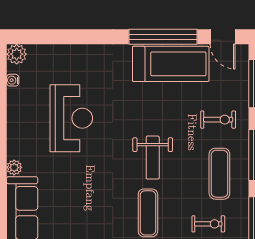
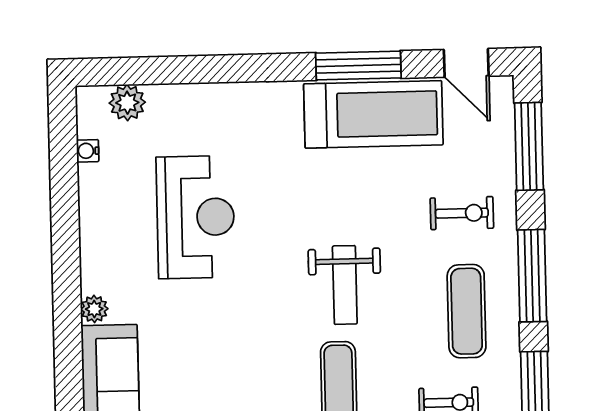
window: (163, 37) -> (358, 65), width x0.68
plant: (17, 54) -> (127, 103), moved

